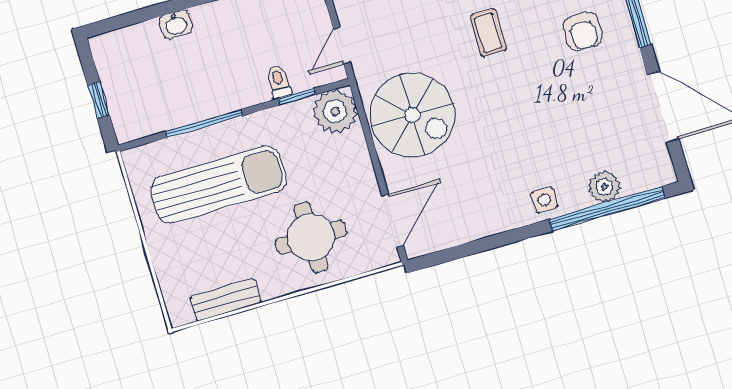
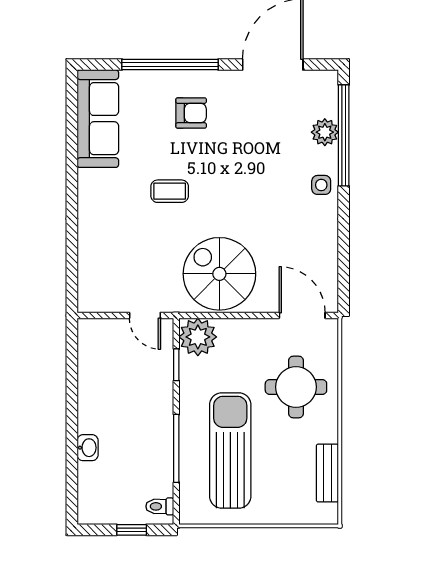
toilet: (279, 82) -> (160, 506), moved
spiral stairs: (412, 115) -> (219, 274), turned -90

